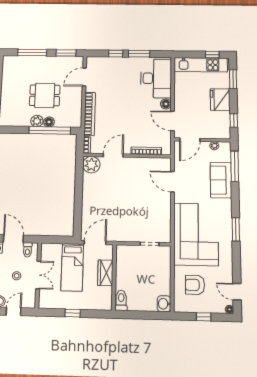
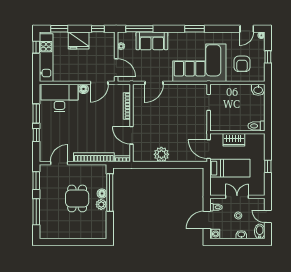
door: (84, 77) -> (59, 163), swing flipped
plant: (91, 165) -> (161, 154), moved

